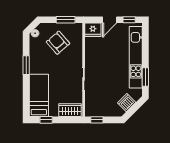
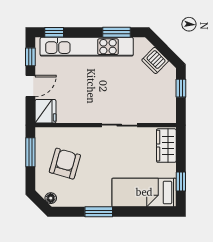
door: (110, 20) -> (30, 86), hinge flipped
window: (145, 36) -> (54, 32), added
armchair: (58, 43) -> (65, 164), turned 147
window: (97, 120) -> (181, 88), moved

